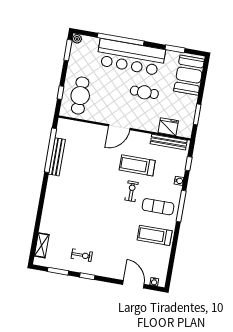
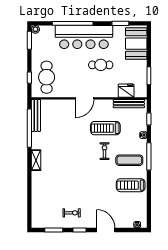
bench: (57, 157) -> (36, 115), moved
shelving: (42, 245) -> (36, 160), moved
door: (133, 284) -> (106, 230), moved

